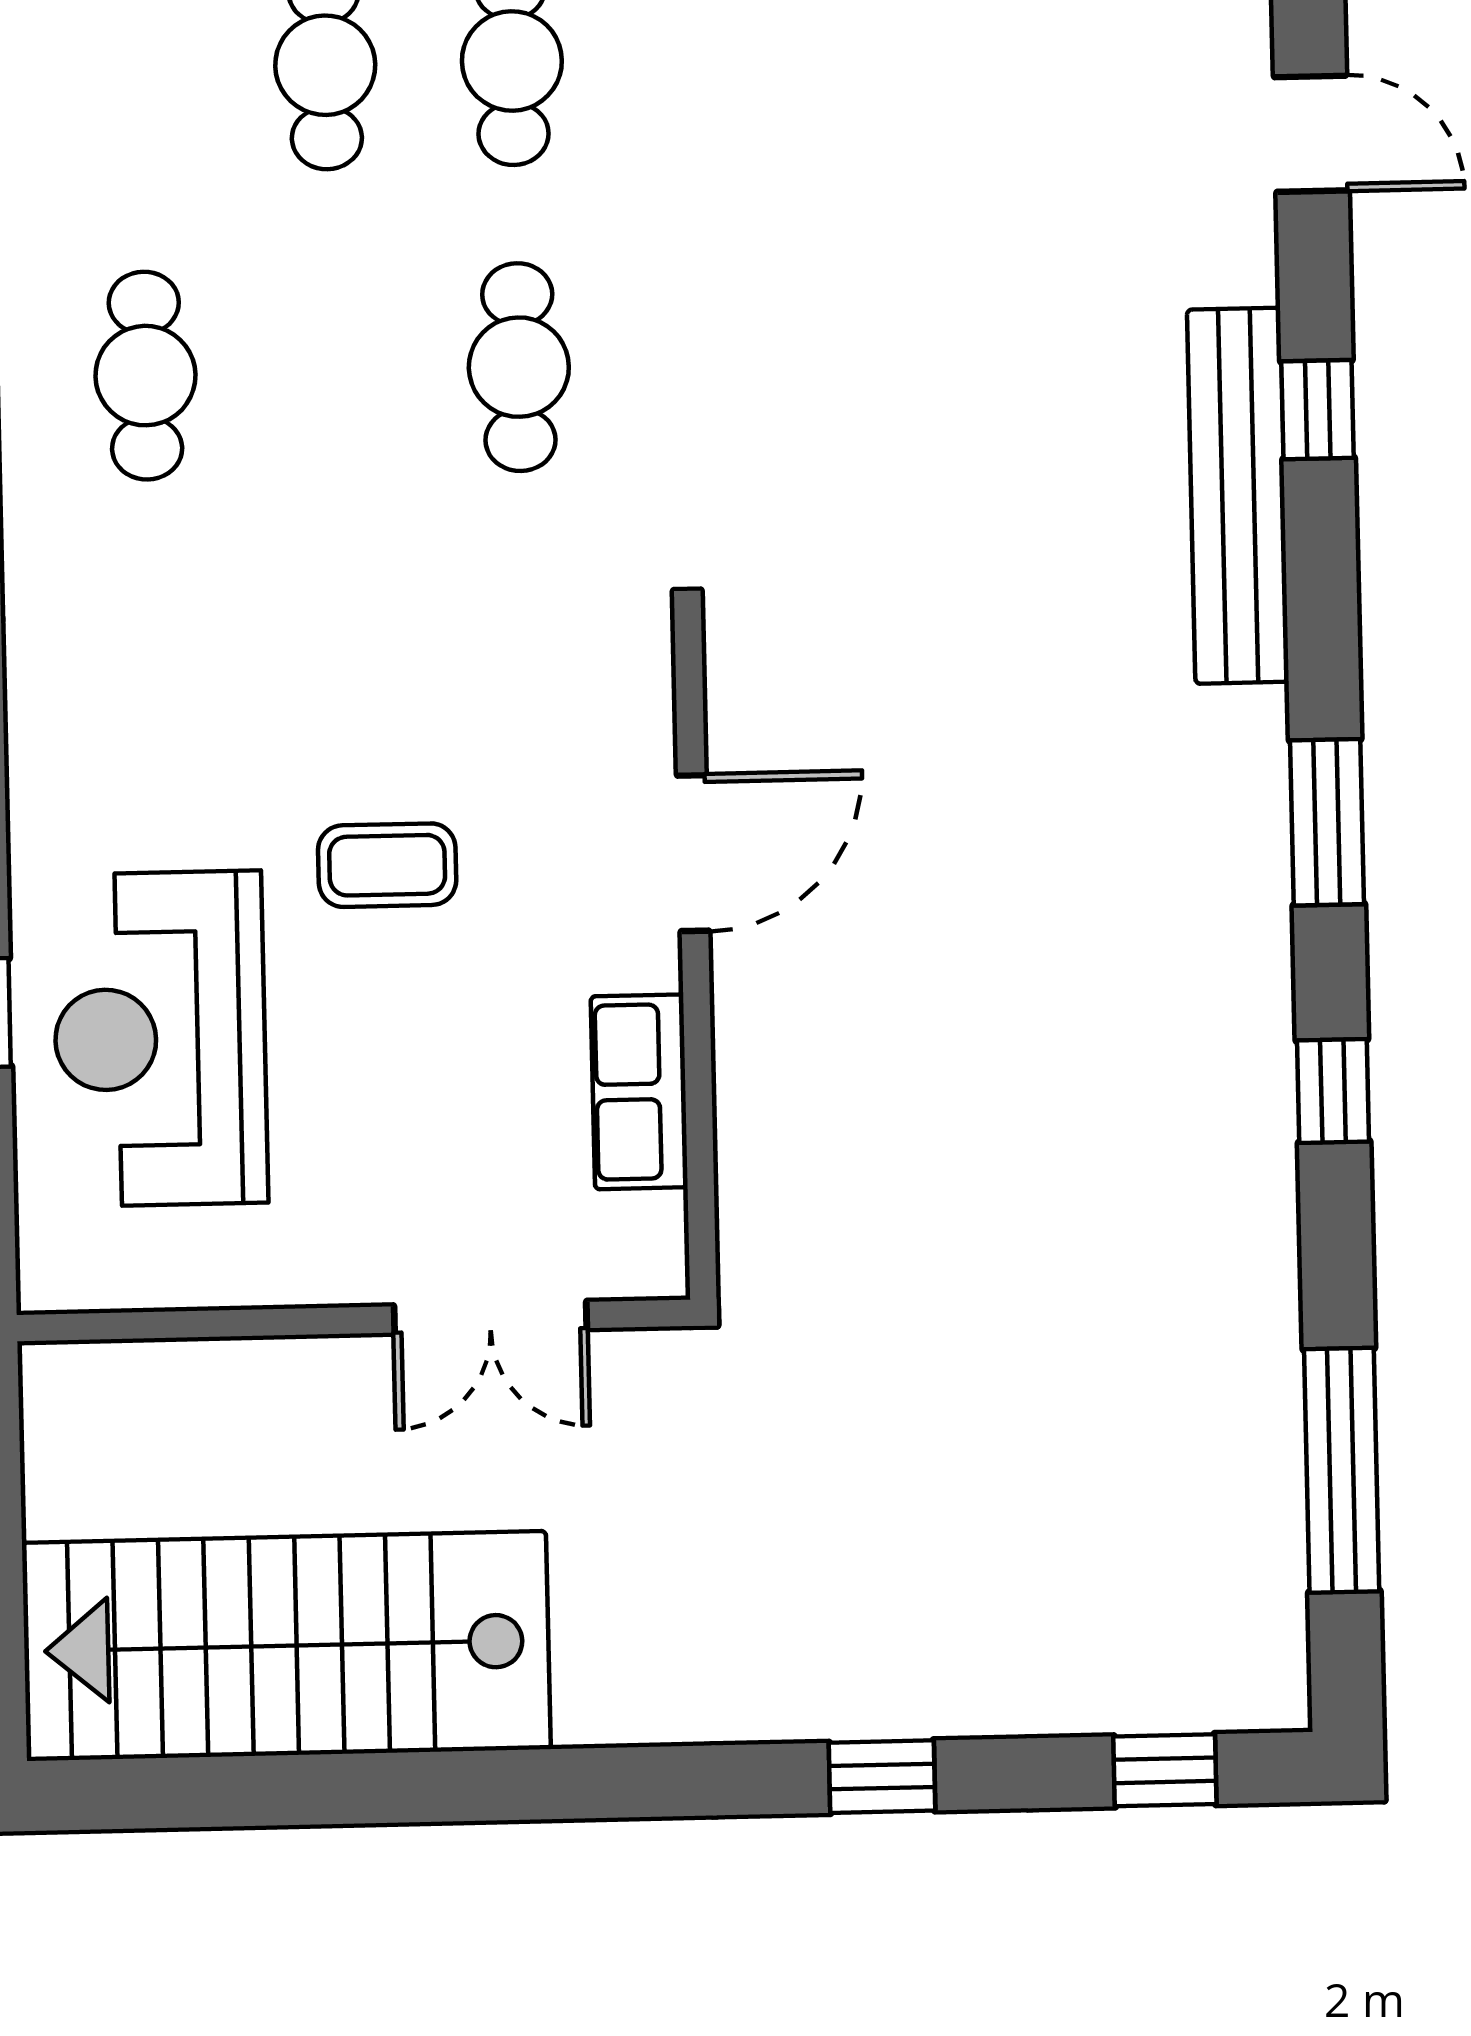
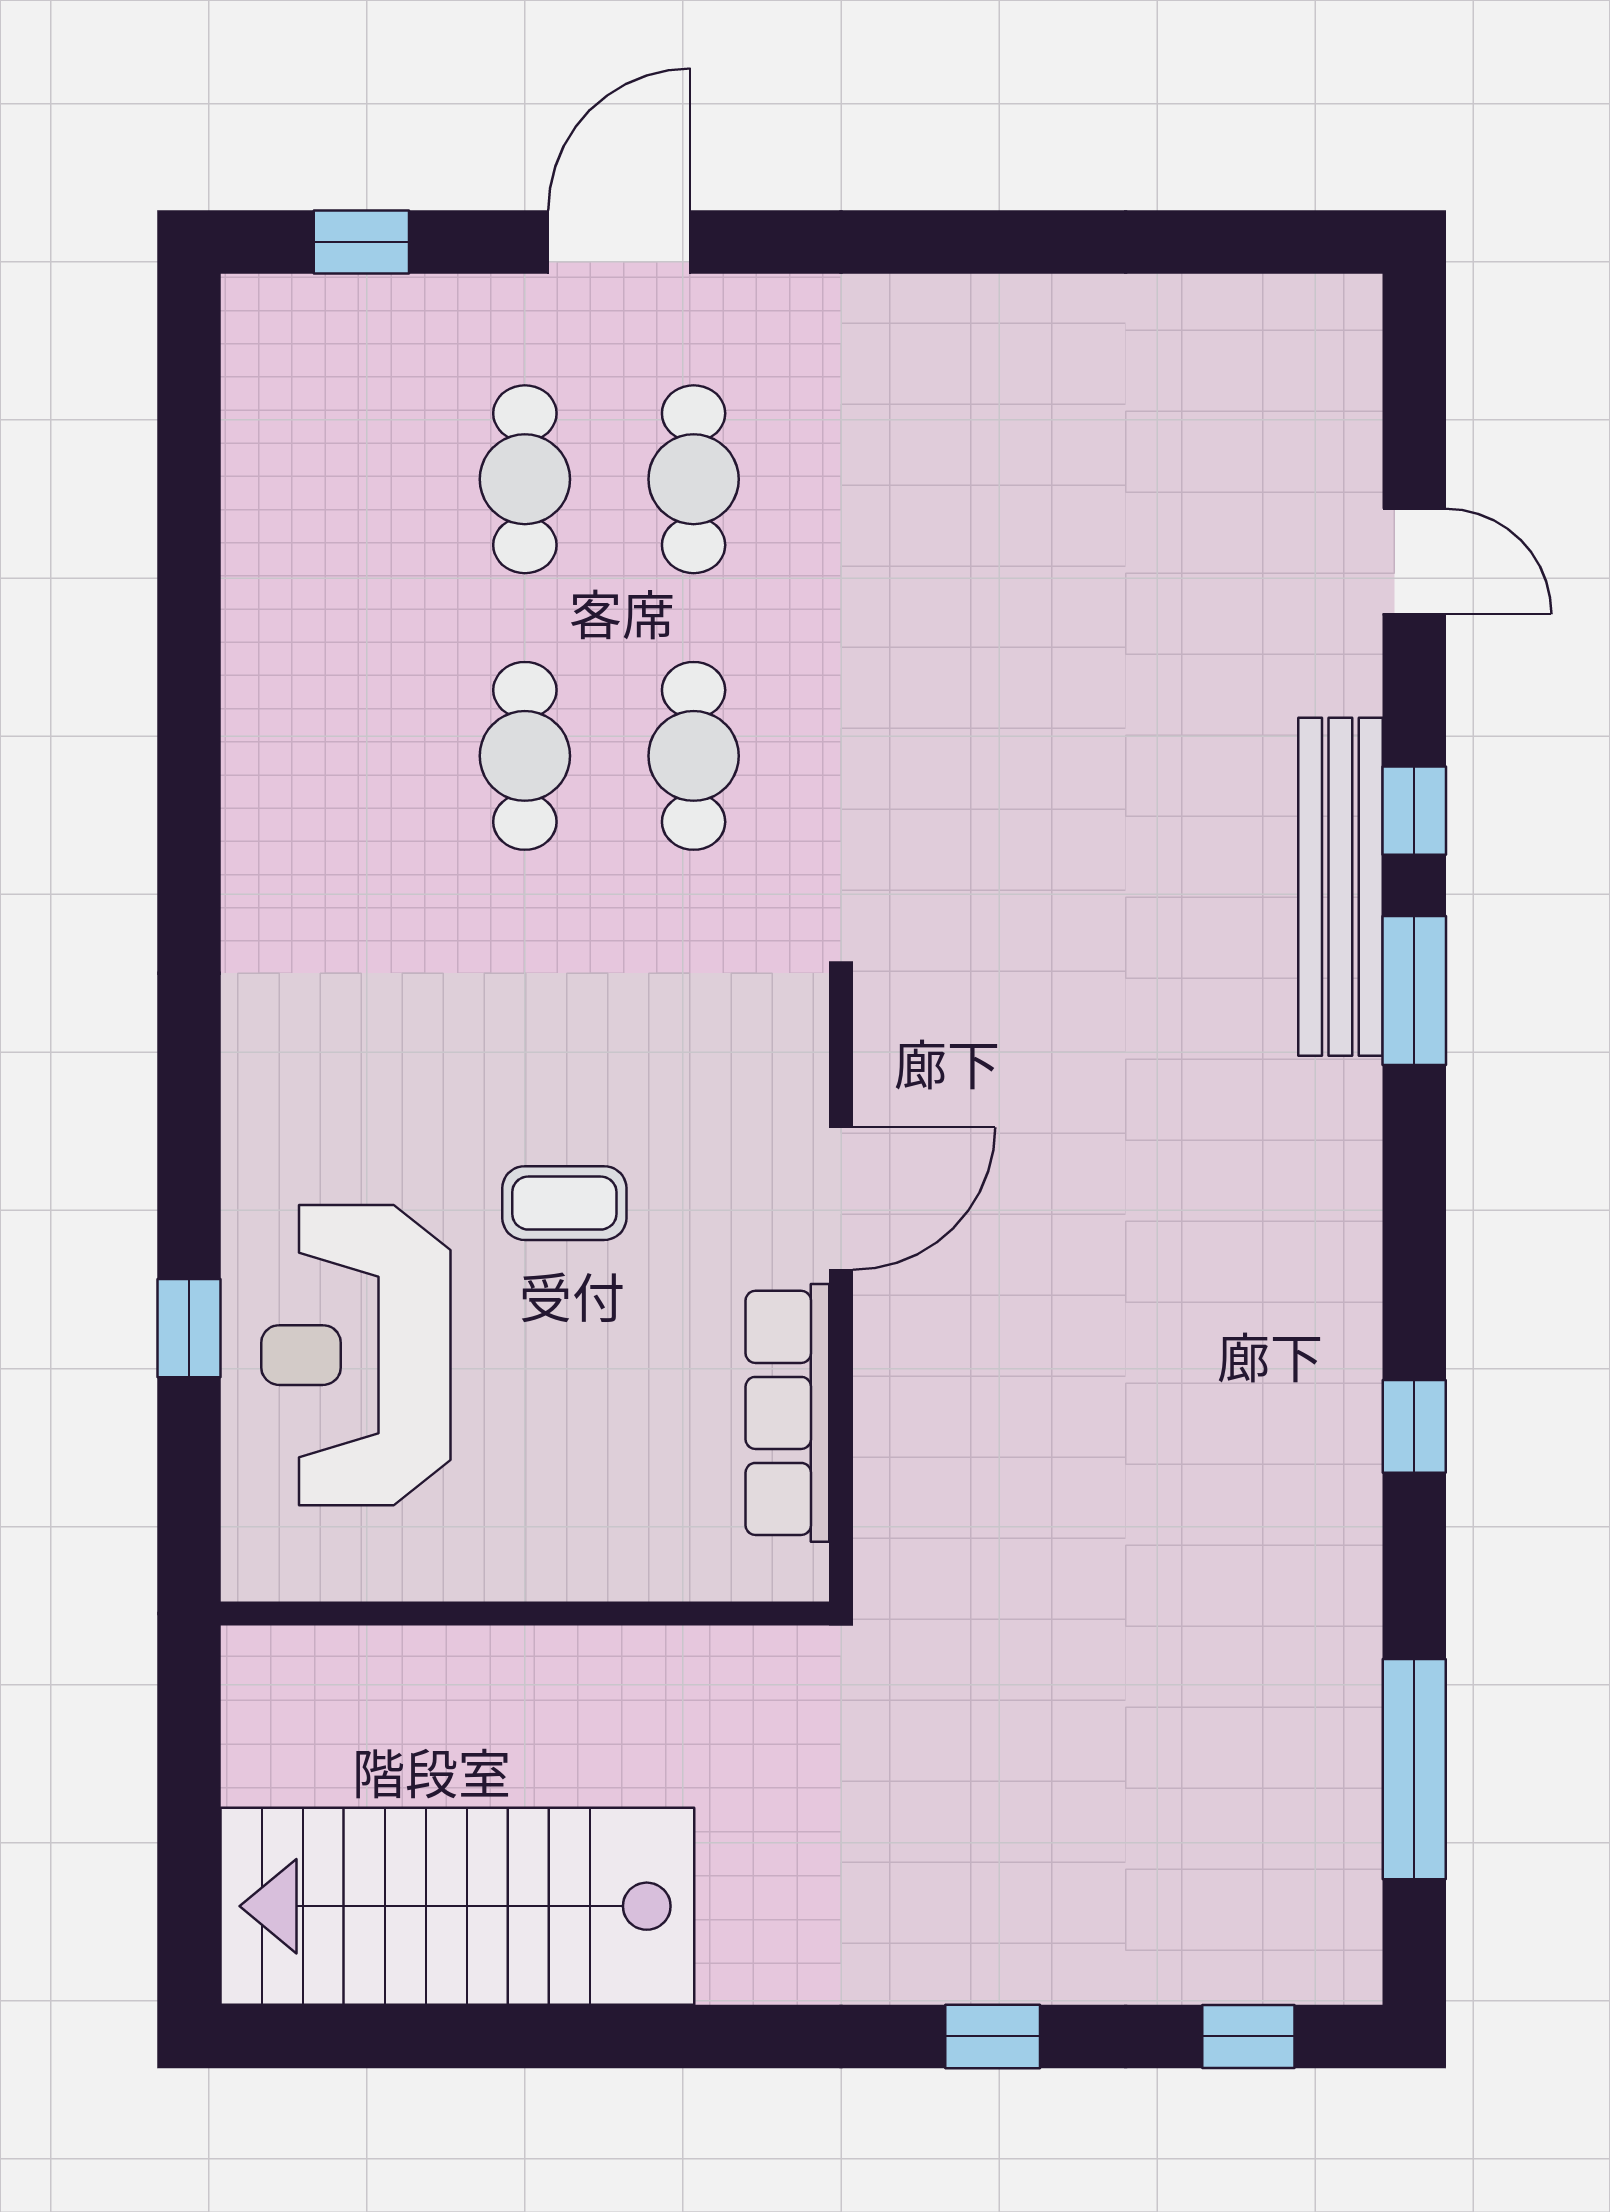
cafe table: (145, 376) -> (525, 756), moved
window: (1327, 822) -> (1414, 990), moved
row of seats: (639, 1092) -> (787, 1413), width x1.48
double door: (490, 1317) -> (648, 1614), removed

